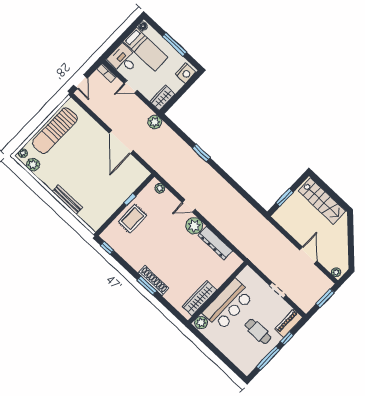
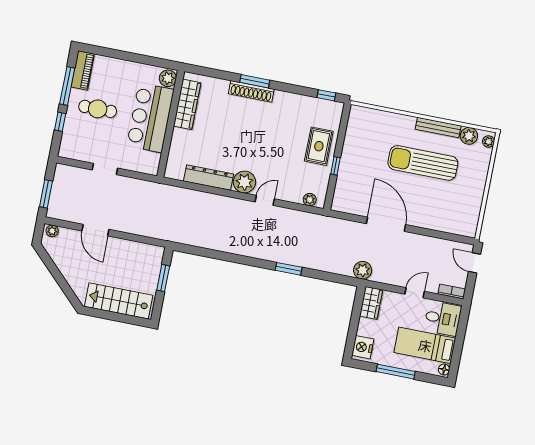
sun lounger: (55, 131) -> (423, 163), moved, turned -90
bench: (67, 199) -> (438, 127), moved
piano: (289, 323) -> (83, 70), moved

